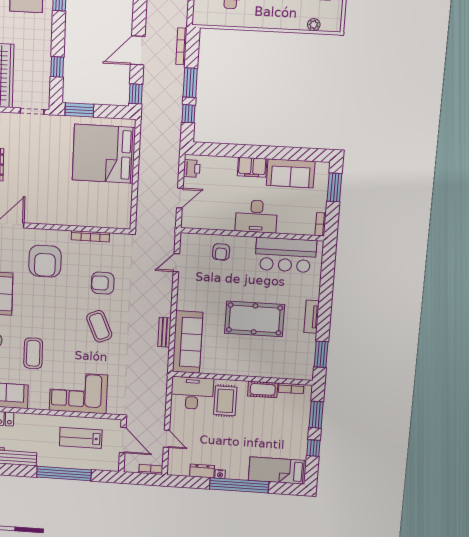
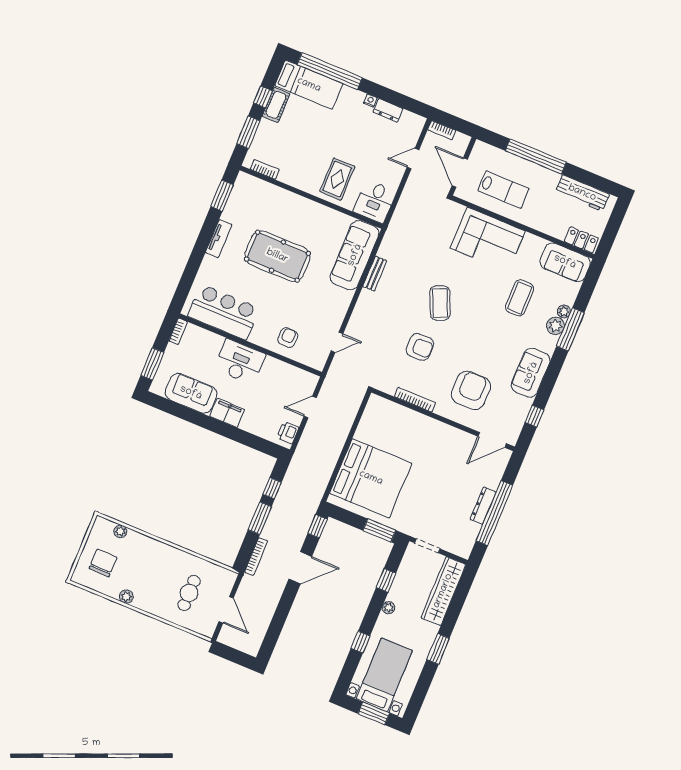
plant: (46, 43) -> (388, 608), added
cot: (263, 389) -> (276, 105), moved, turned 90
desk: (192, 393) -> (375, 201), width x0.73
door: (166, 439) -> (413, 158), hinge flipped
window: (239, 485) -> (330, 71), moved

